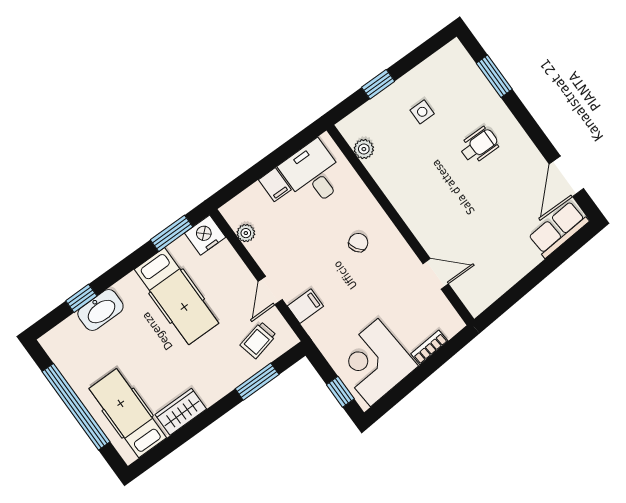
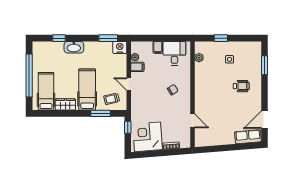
door: (270, 291) -> (129, 84), hinge flipped
hospital bed: (177, 296) -> (87, 90), moved, turned 180
filing cabinet: (305, 306) -> (137, 67), moved
washbasin: (100, 310) -> (74, 47), moved
window: (340, 392) -> (128, 127), moved

